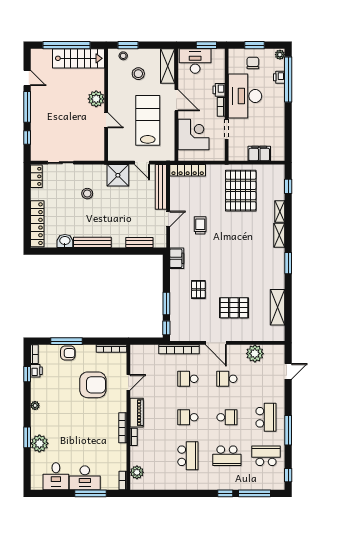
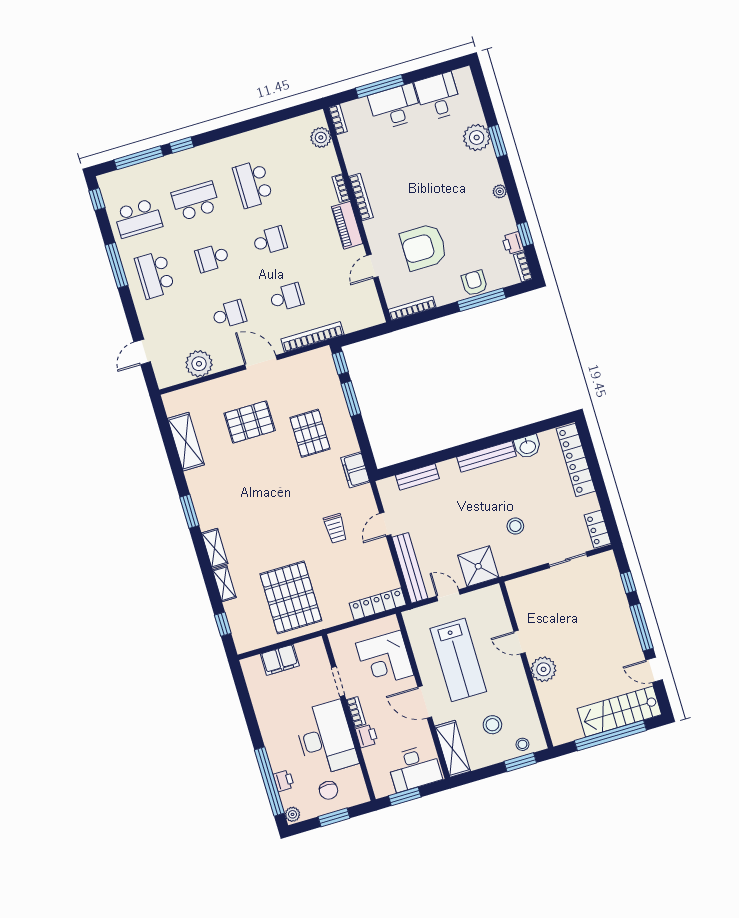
stairs: (79, 58) -> (619, 712), moved
pallet: (198, 290) -> (310, 433), width x1.50, depth x1.42
armchair: (68, 353) -> (474, 283), turned 90

